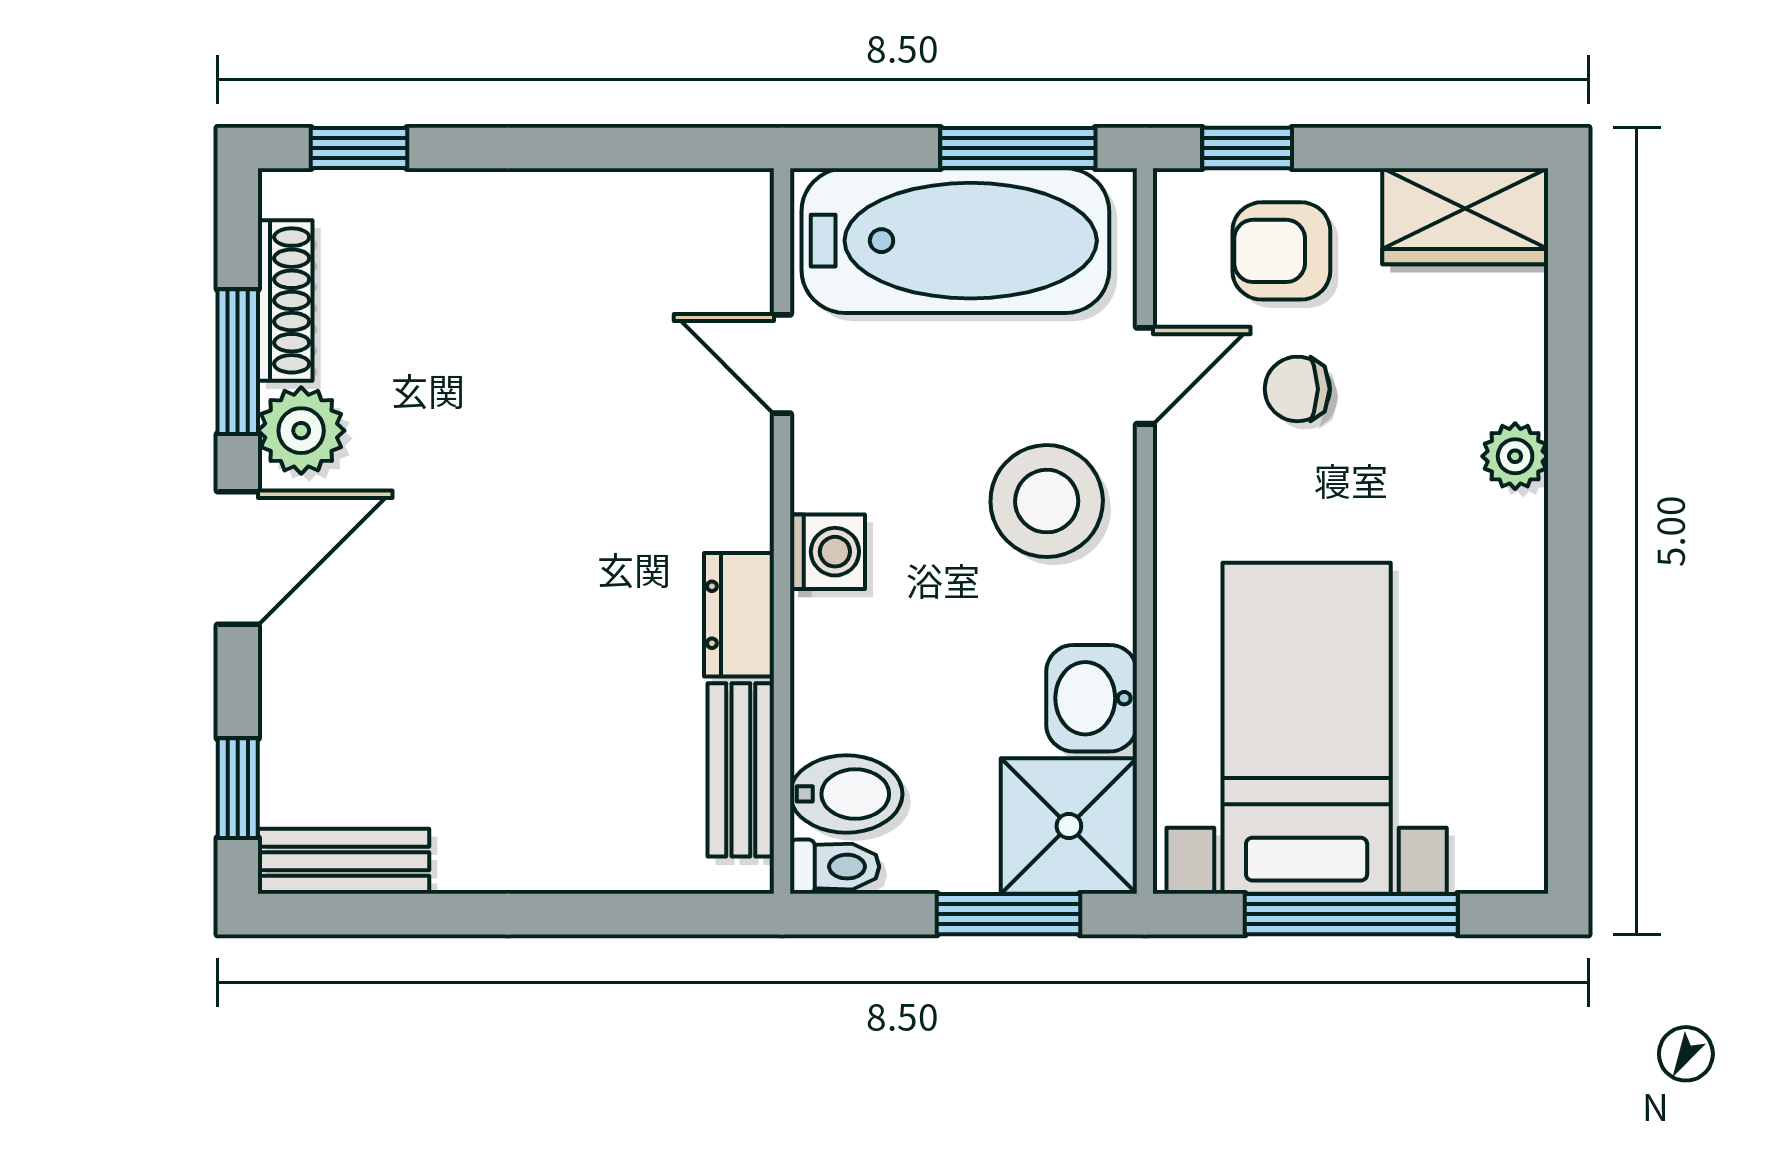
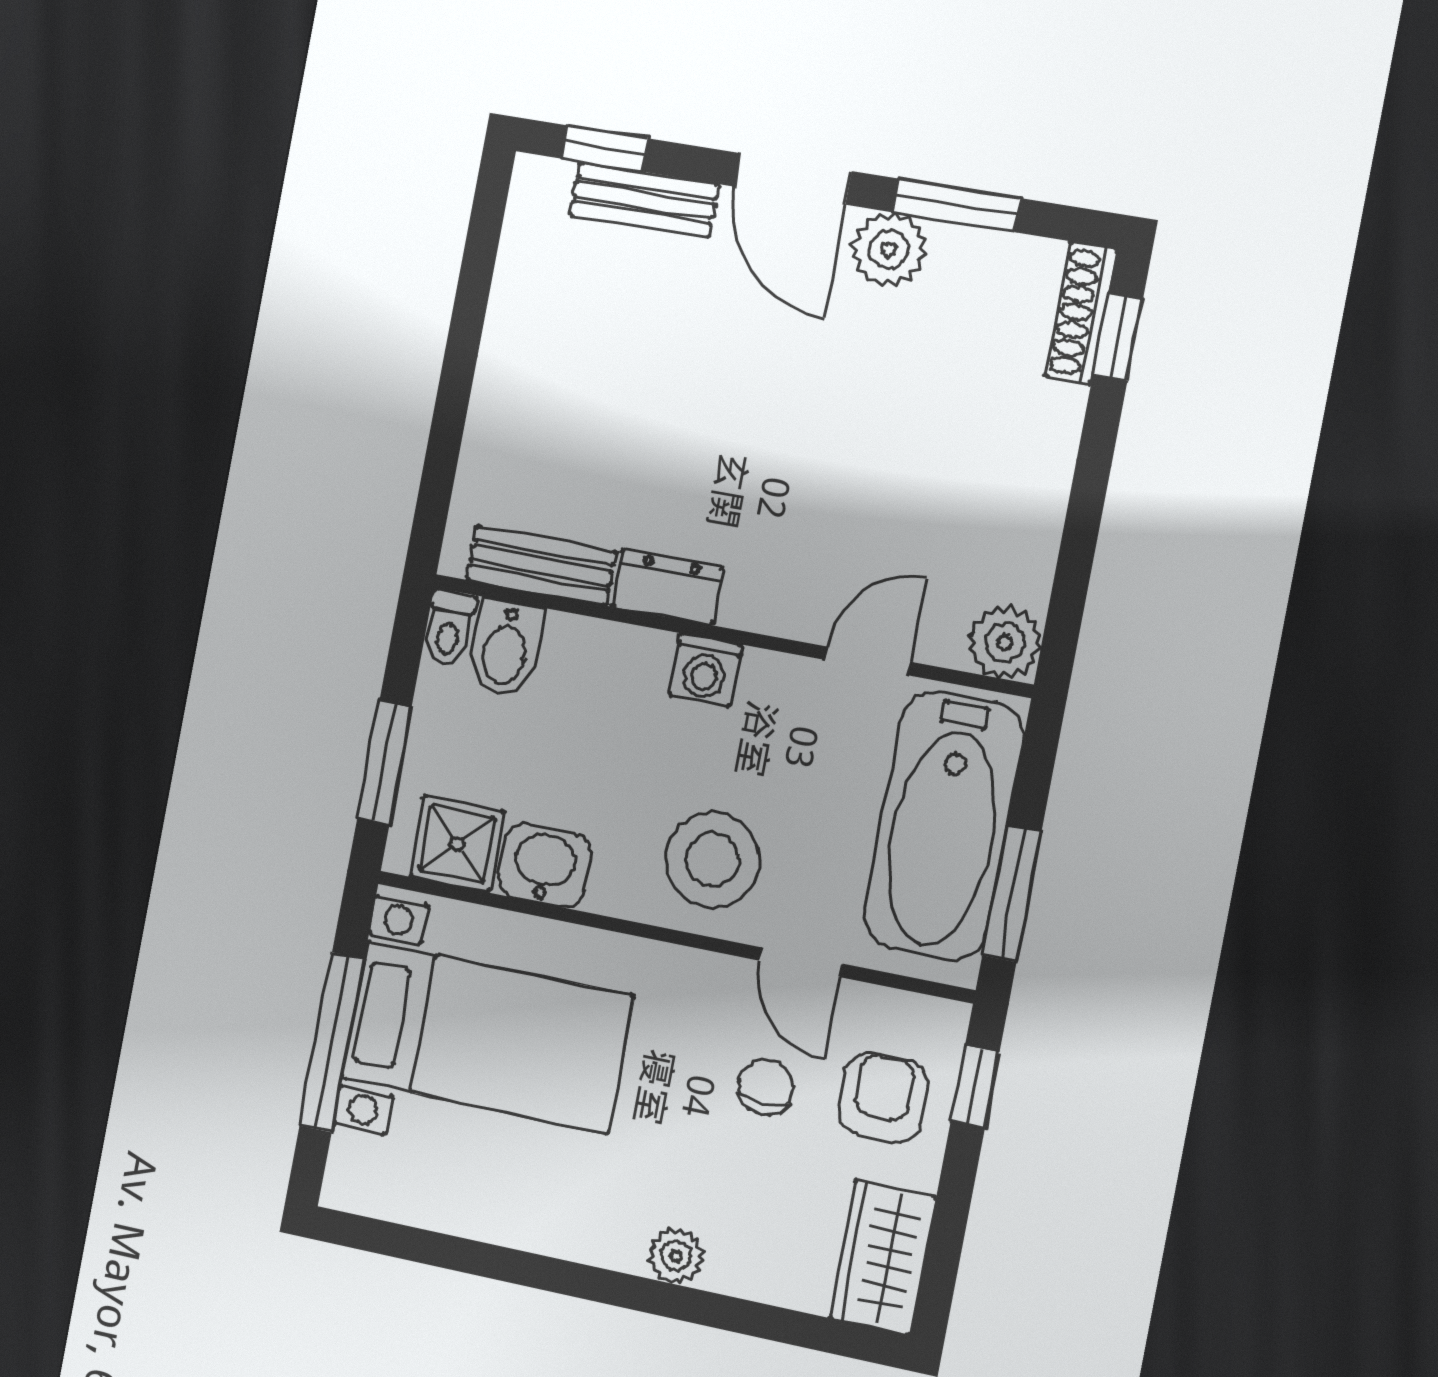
plant: (732, 211) -> (1005, 642), added
shoe rack: (285, 300) -> (1081, 313), moved, turned 90
shower: (1069, 826) -> (457, 844), width x0.73, depth x0.73
bench: (343, 861) -> (644, 200), moved, turned 90

